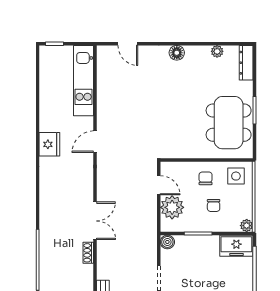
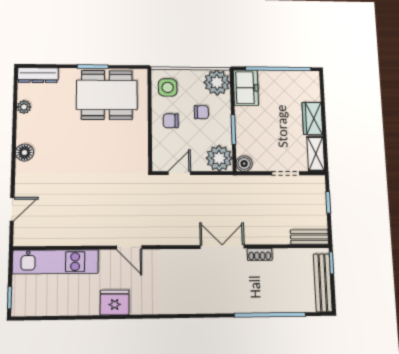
fridge: (49, 144) -> (115, 302), moved
plant: (172, 207) -> (219, 158), moved
plant: (247, 226) -> (217, 82), width x1.88, depth x1.88

